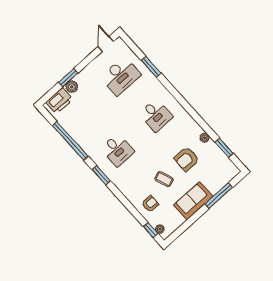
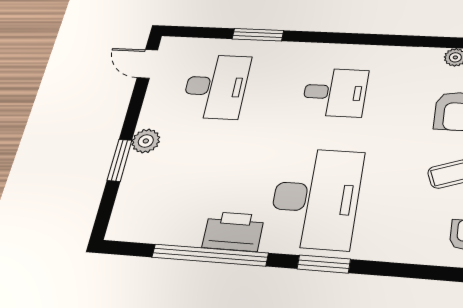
plant: (72, 87) -> (146, 141), moved
printer: (59, 101) -> (233, 231), moved, turned -90
desk: (117, 150) -> (316, 198), width x1.87, depth x1.30

